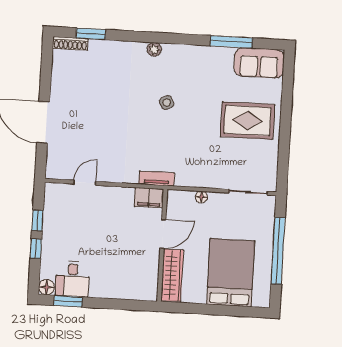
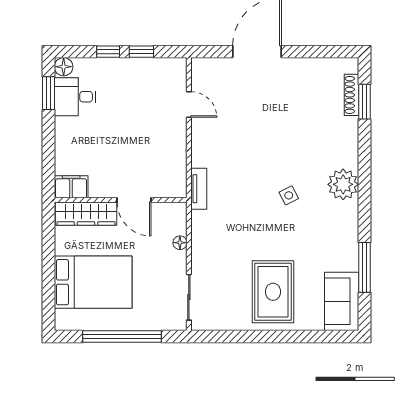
shoe rack: (70, 44) -> (352, 95), moved
plant: (154, 49) -> (343, 184), width x1.87, depth x1.87
filing cabinet: (149, 198) -> (71, 187), moved, turned 90

